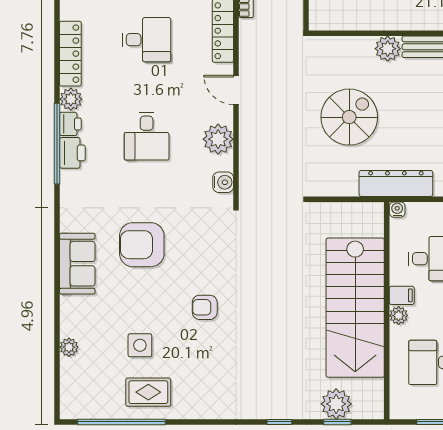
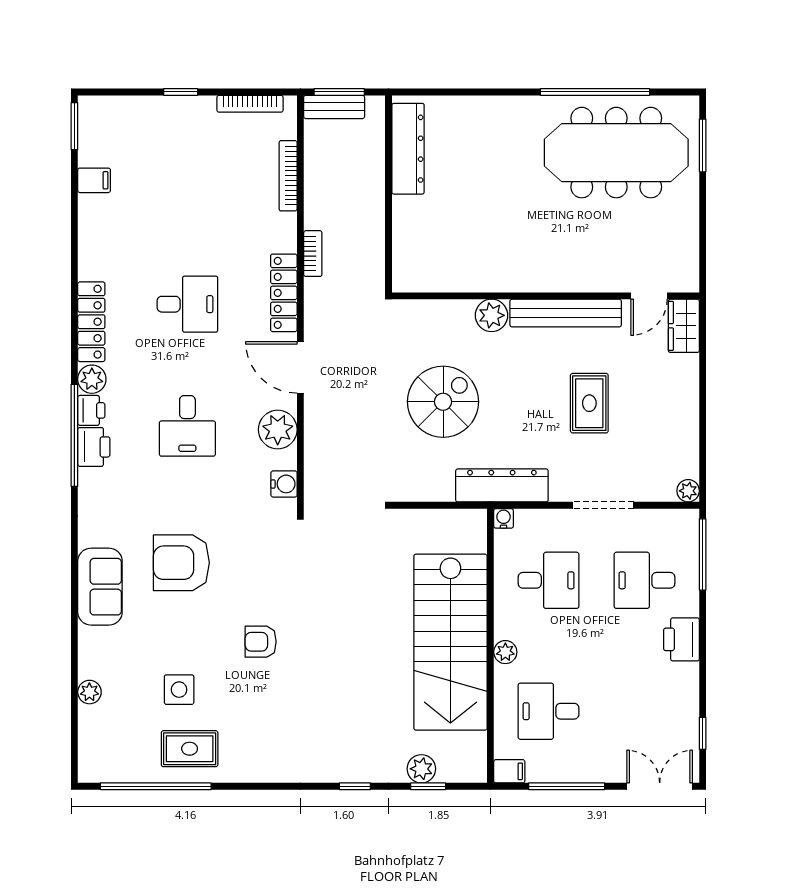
door: (236, 90) -> (300, 367), width x1.38
filing cabinet: (402, 295) -> (509, 771), moved
plant: (336, 404) -> (421, 769), width x0.73, depth x0.73

